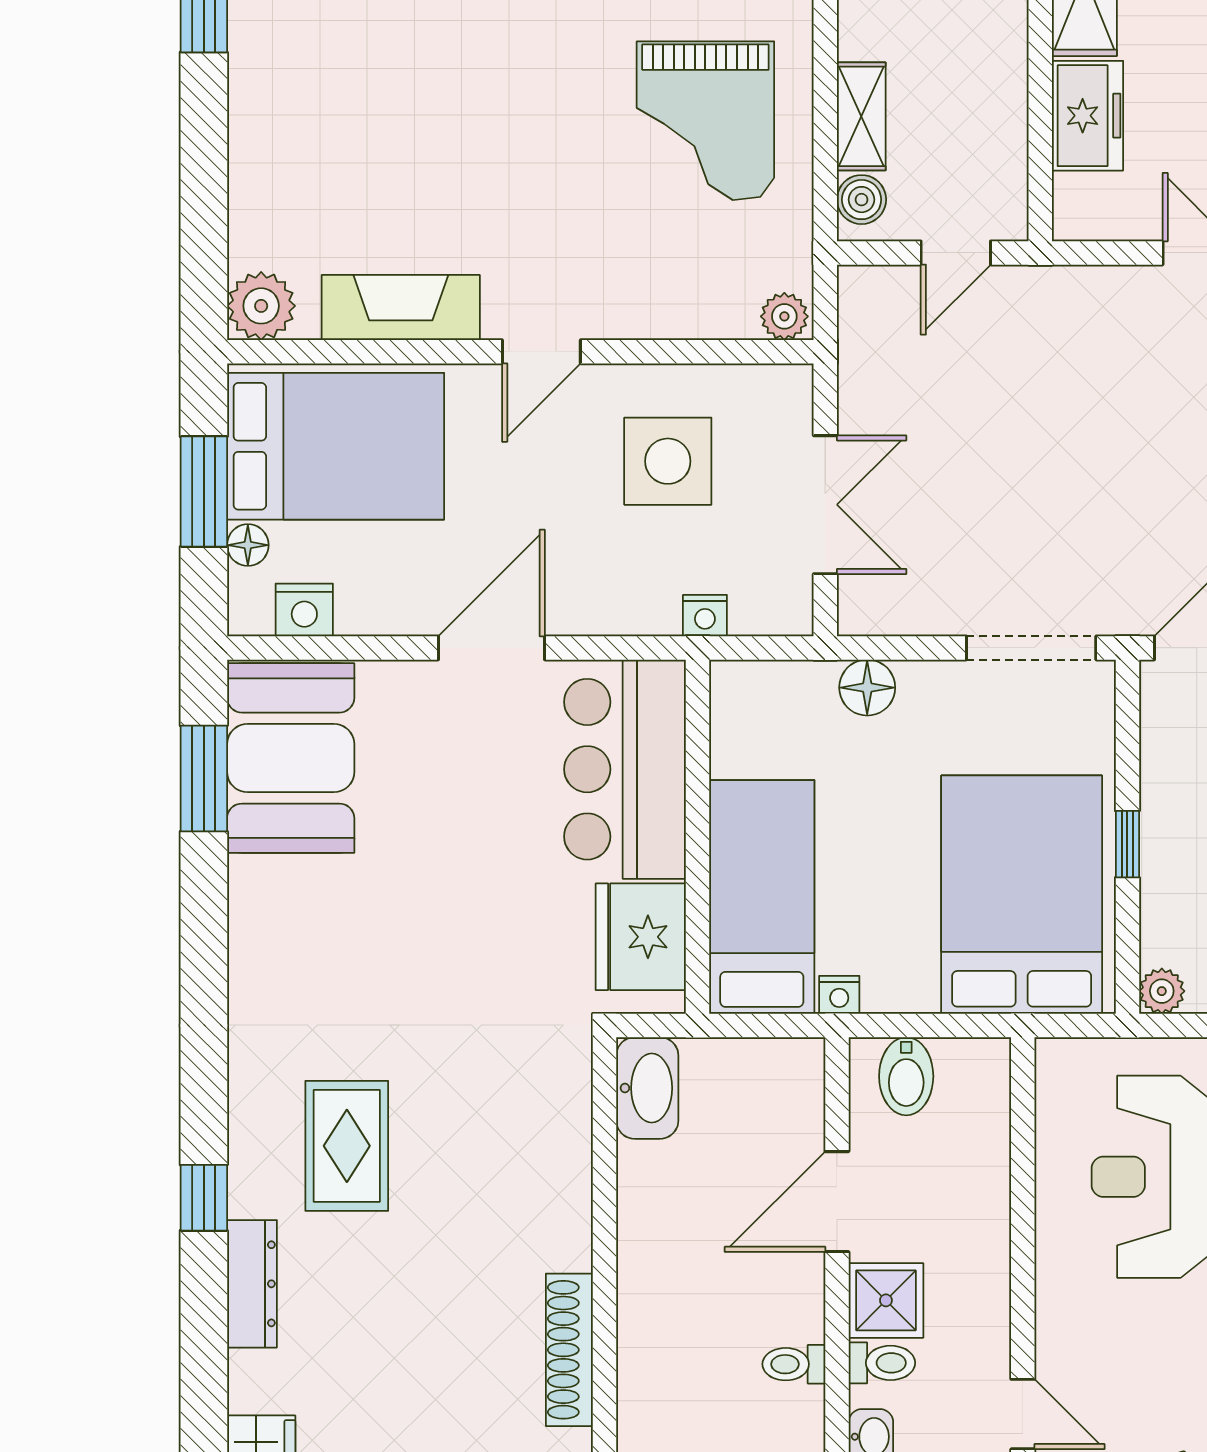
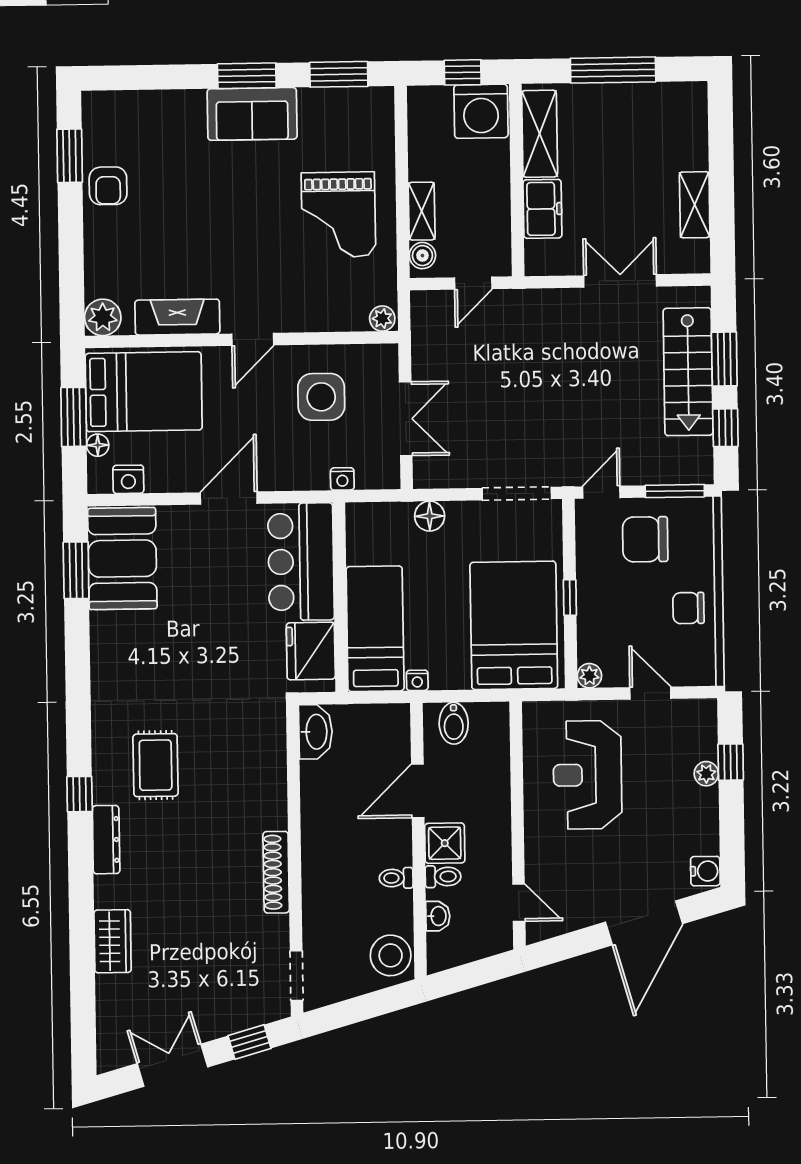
armchair: (275, 60) -> (108, 186), added

